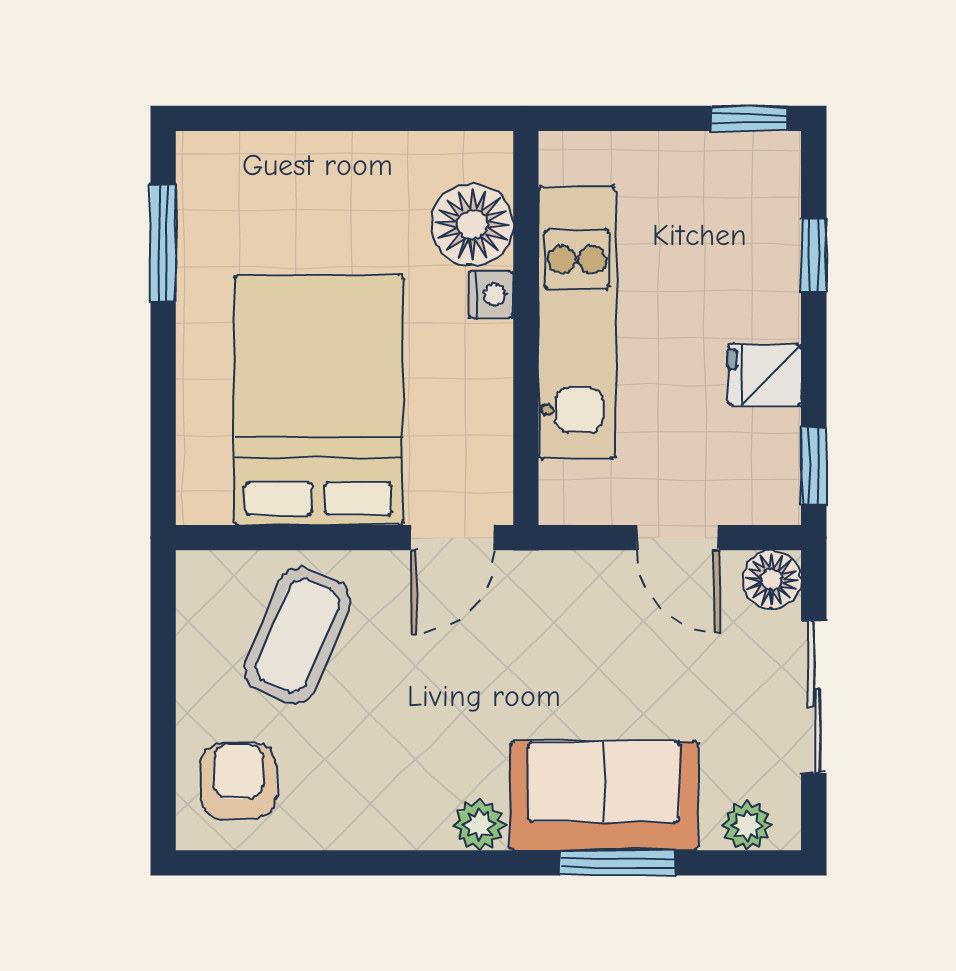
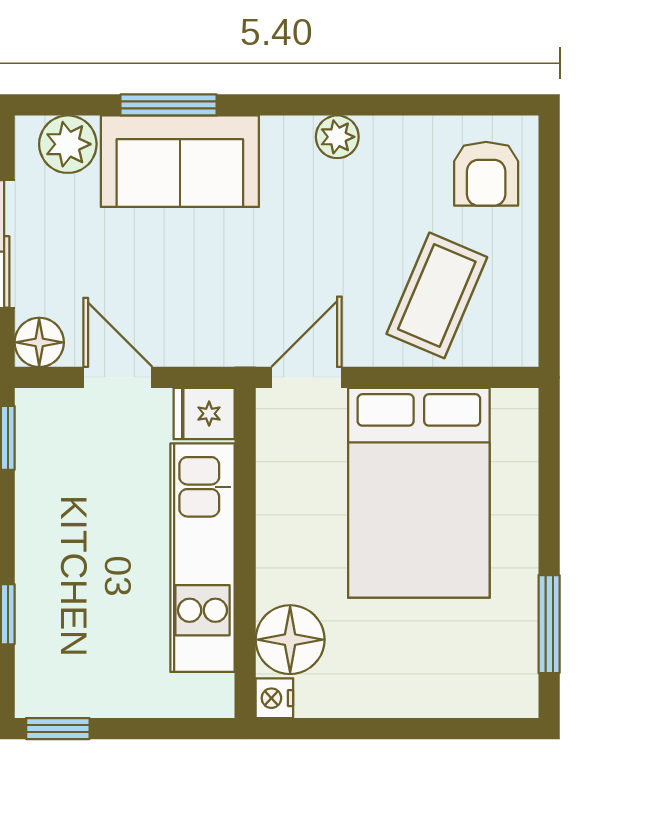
nightstand: (491, 294) -> (274, 698), moved
fridge: (765, 375) -> (204, 414), moved, turned 180
plant: (479, 825) -> (337, 137), moved
plant: (747, 825) -> (68, 144), width x1.38, depth x1.38

